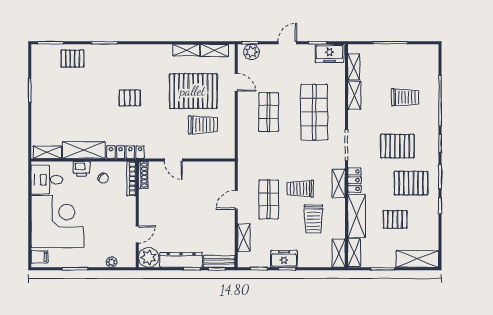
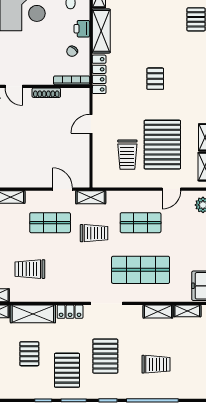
trolley: (405, 97) -> (156, 364), turned -90
shoe rack: (143, 175) -> (46, 93), moved
shelving: (339, 184) -> (91, 197), moved
trolley: (300, 189) -> (94, 233), moved, turned 90
door: (236, 200) -> (63, 189), moved

